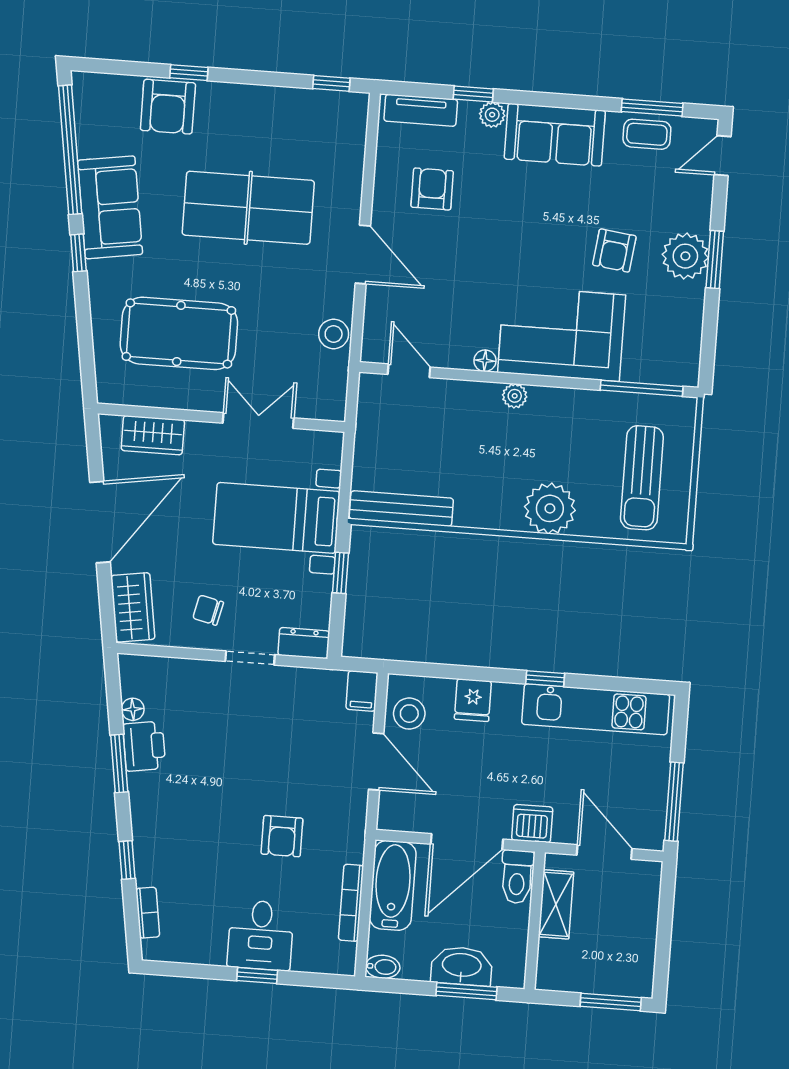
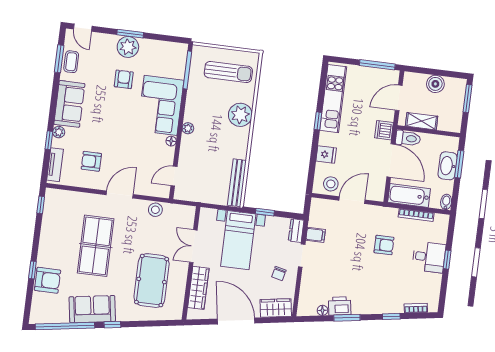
armchair: (614, 251) -> (124, 79), turned -97
wardrobe: (153, 435) -> (198, 288), width x1.50
filing cabinet: (362, 691) -> (316, 235), moved
boiler: (639, 930) -> (435, 84), added

